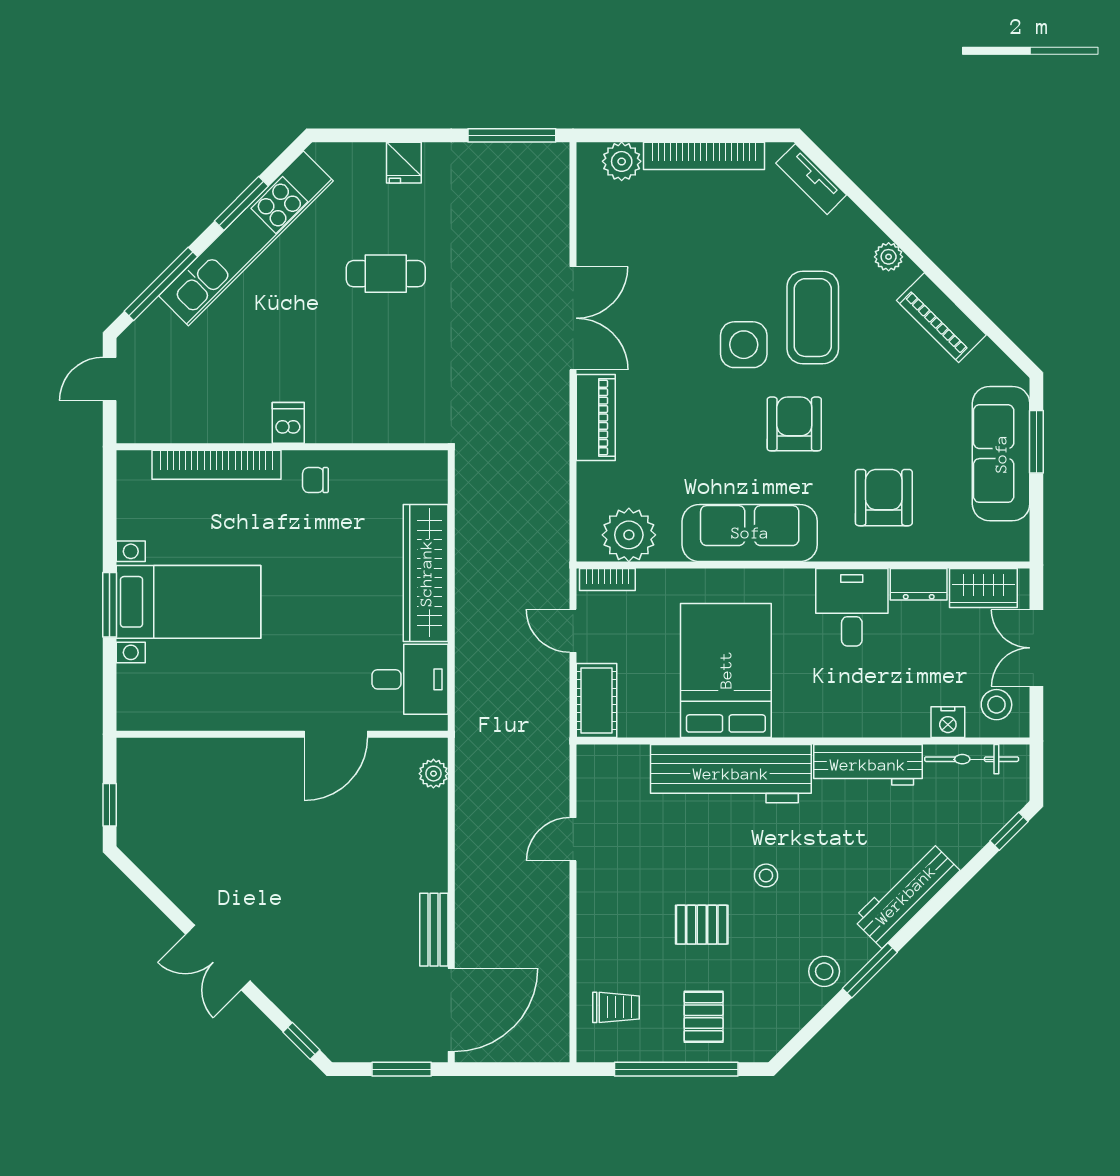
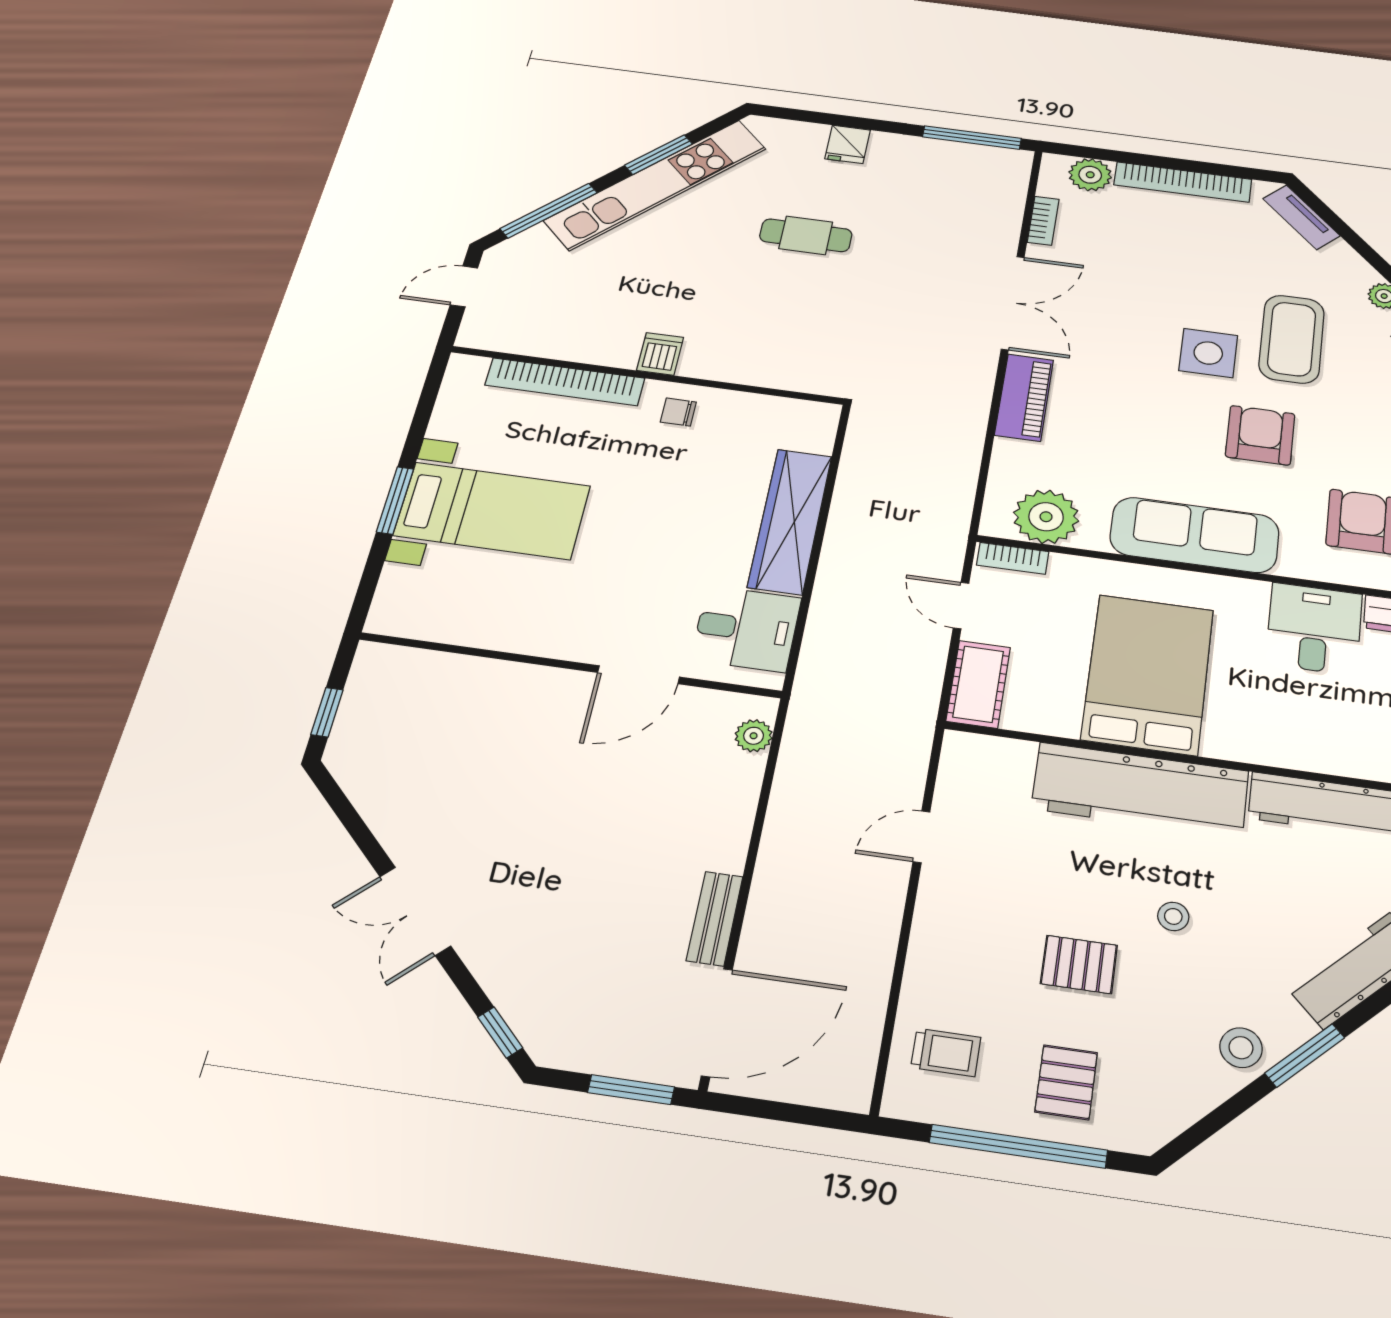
bookcase: (587, 222) -> (1043, 221), added

